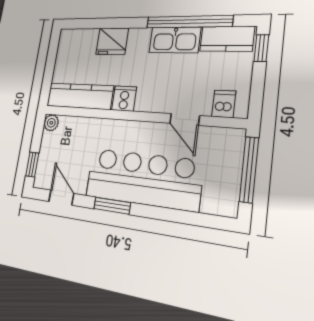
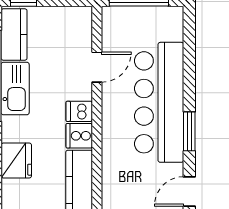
dishwasher: (224, 104) -> (79, 111), moved

